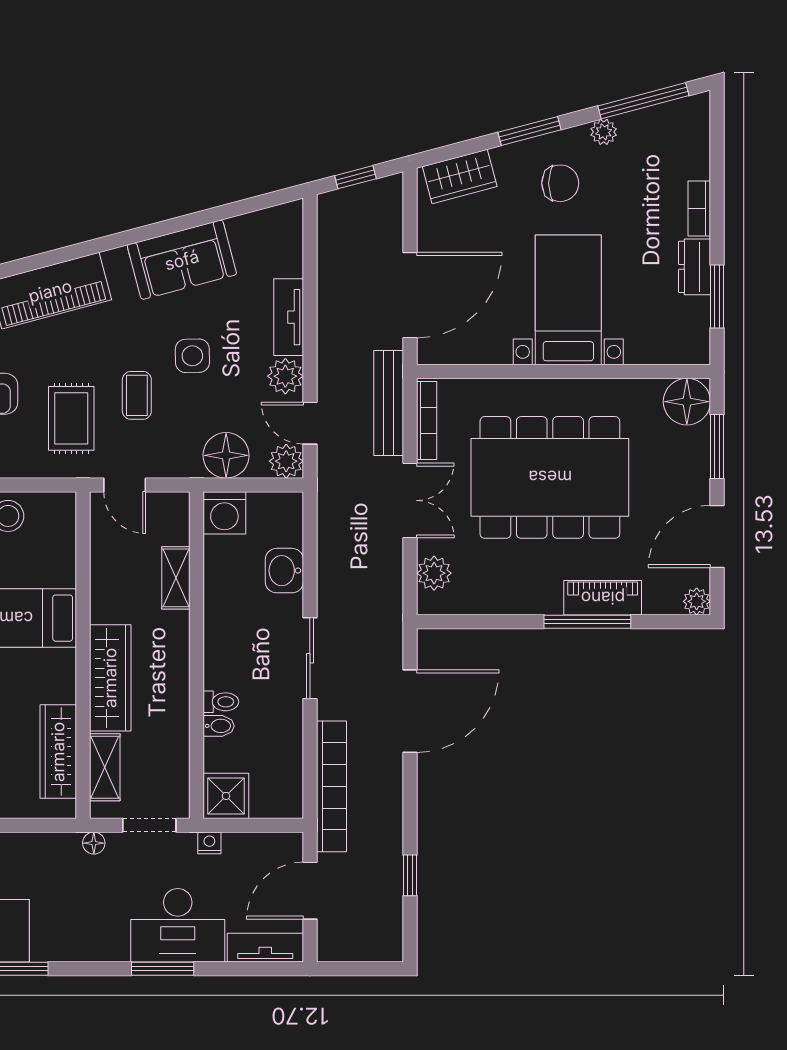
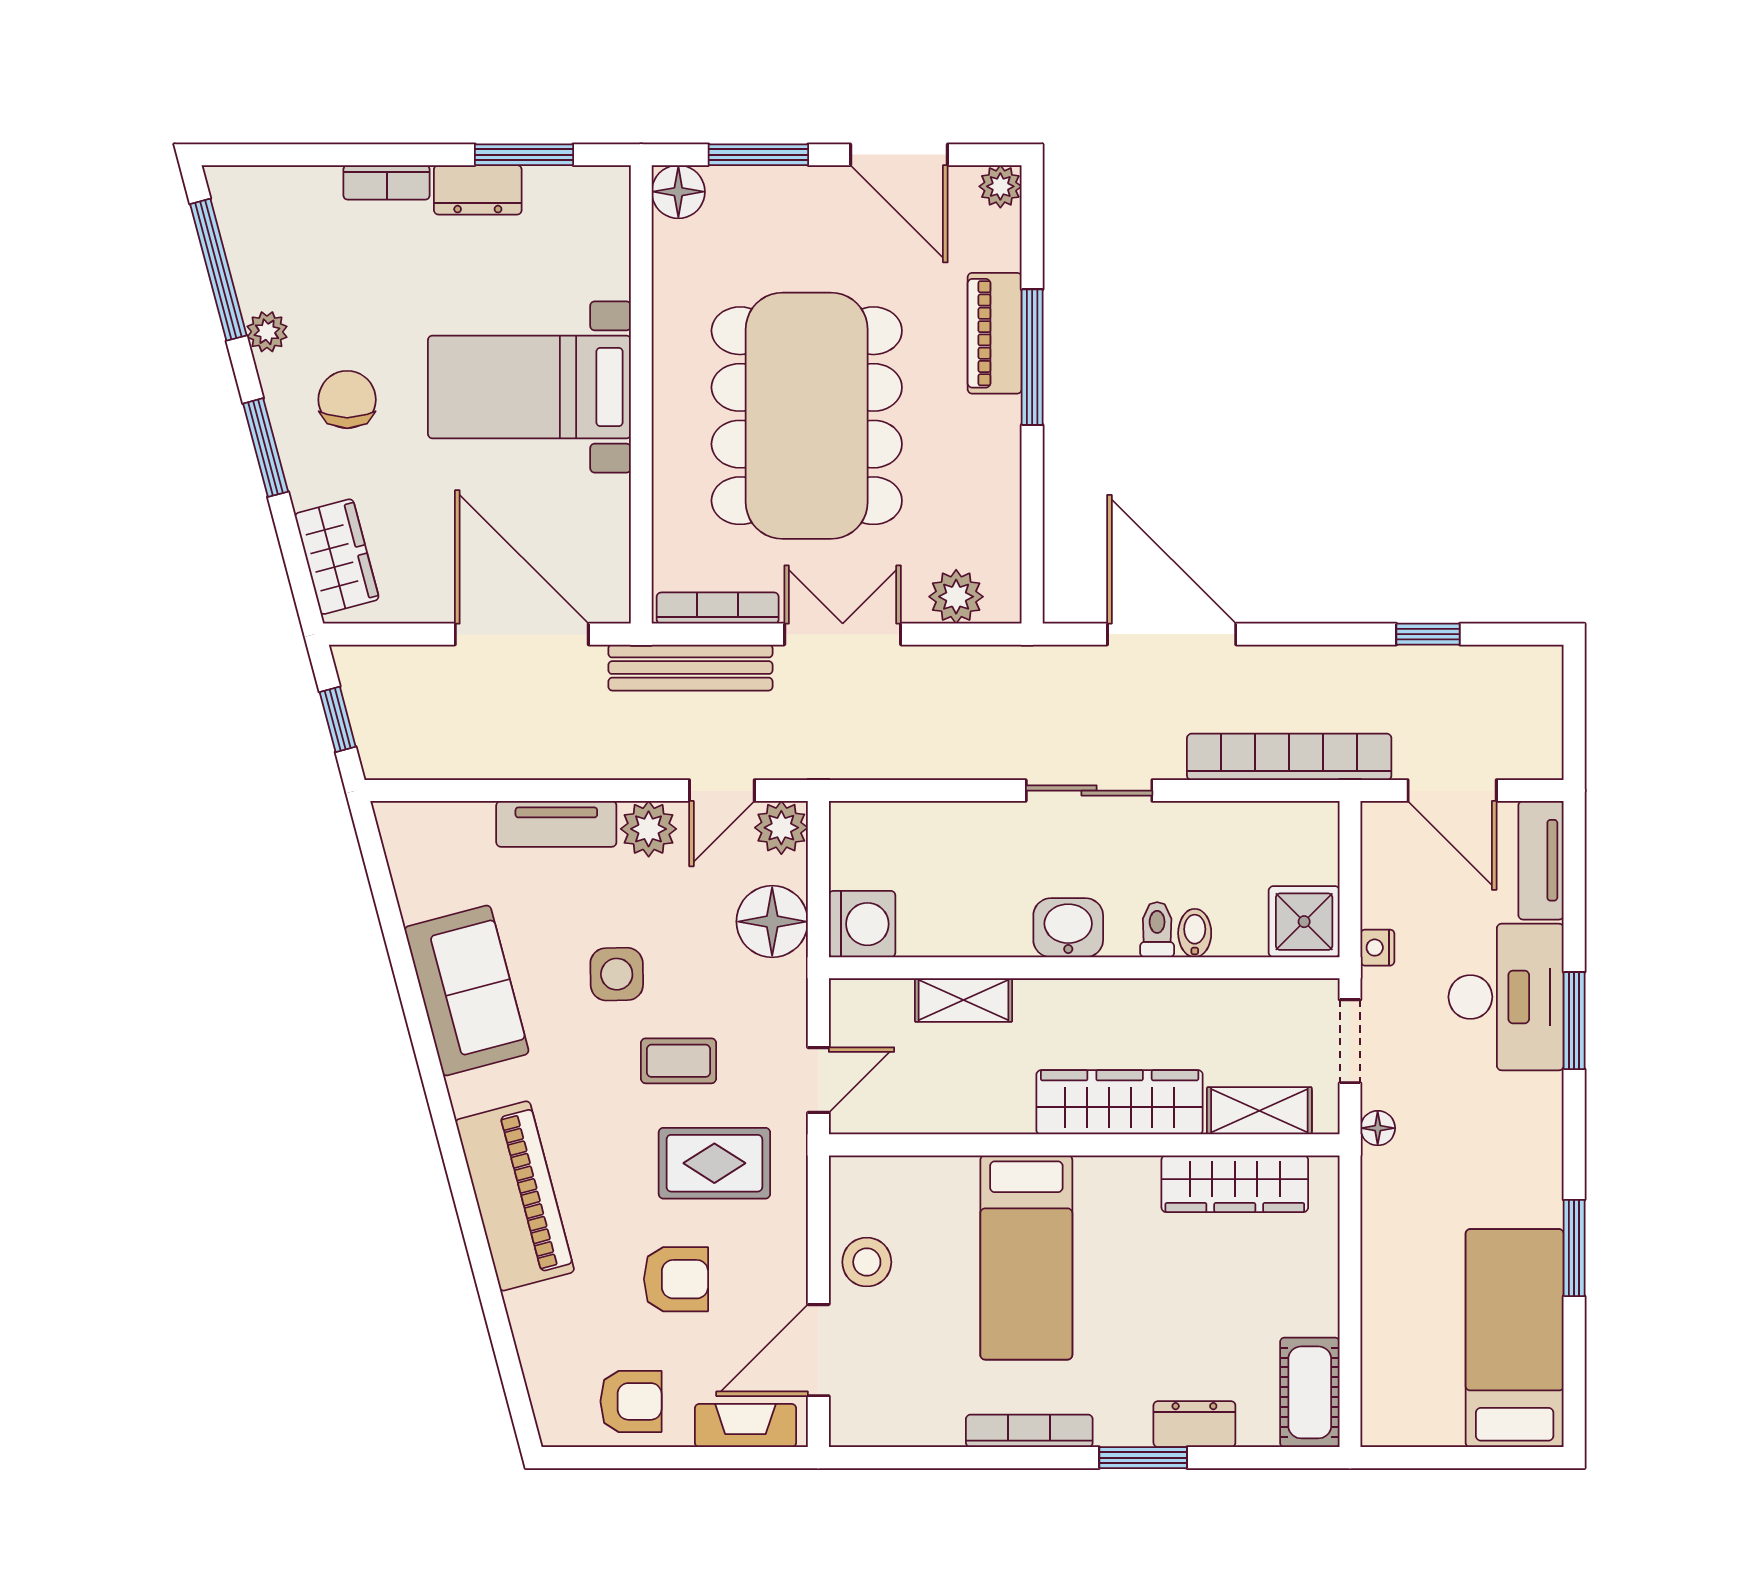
floor lamp: (687, 402) -> (678, 192), width x0.73, depth x0.73
washbasin: (284, 571) -> (1068, 928), moved, turned 180

